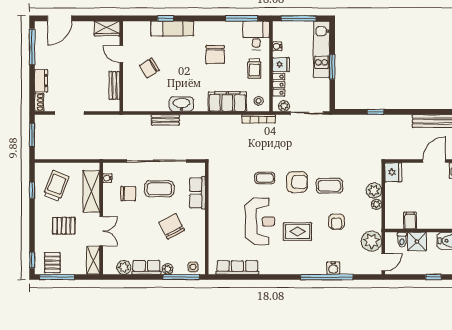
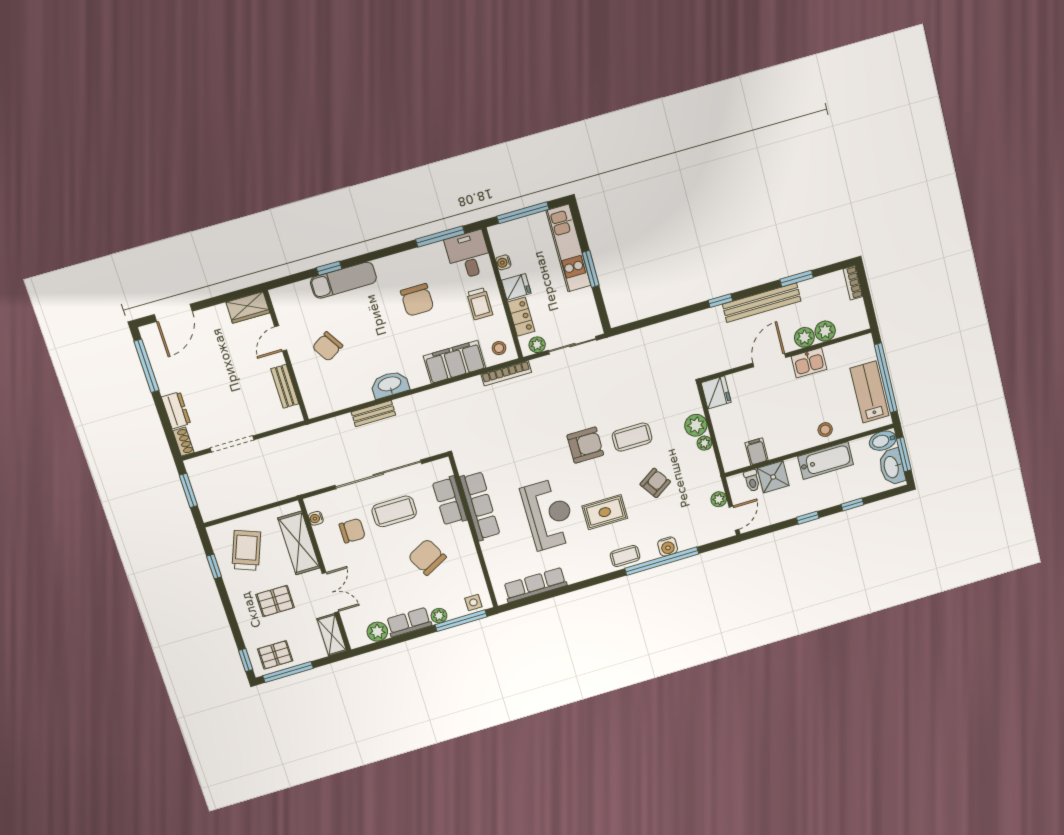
door: (121, 54) -> (281, 338), hinge flipped
window: (376, 112) -> (720, 301), moved
coffee table: (265, 178) -> (625, 556), moved
row of seats: (216, 202) -> (480, 506), added
armchair: (337, 222) -> (655, 483), turned -124
plant: (371, 241) -> (719, 499), width x0.53, depth x0.53
pallet: (52, 263) -> (275, 655), turned 90

